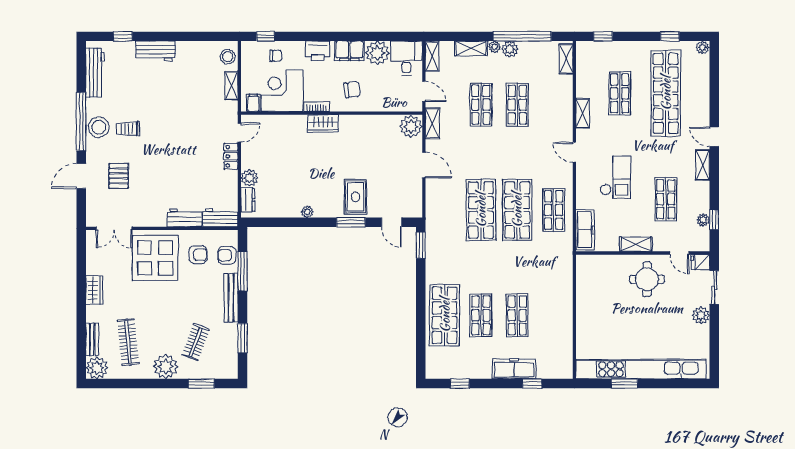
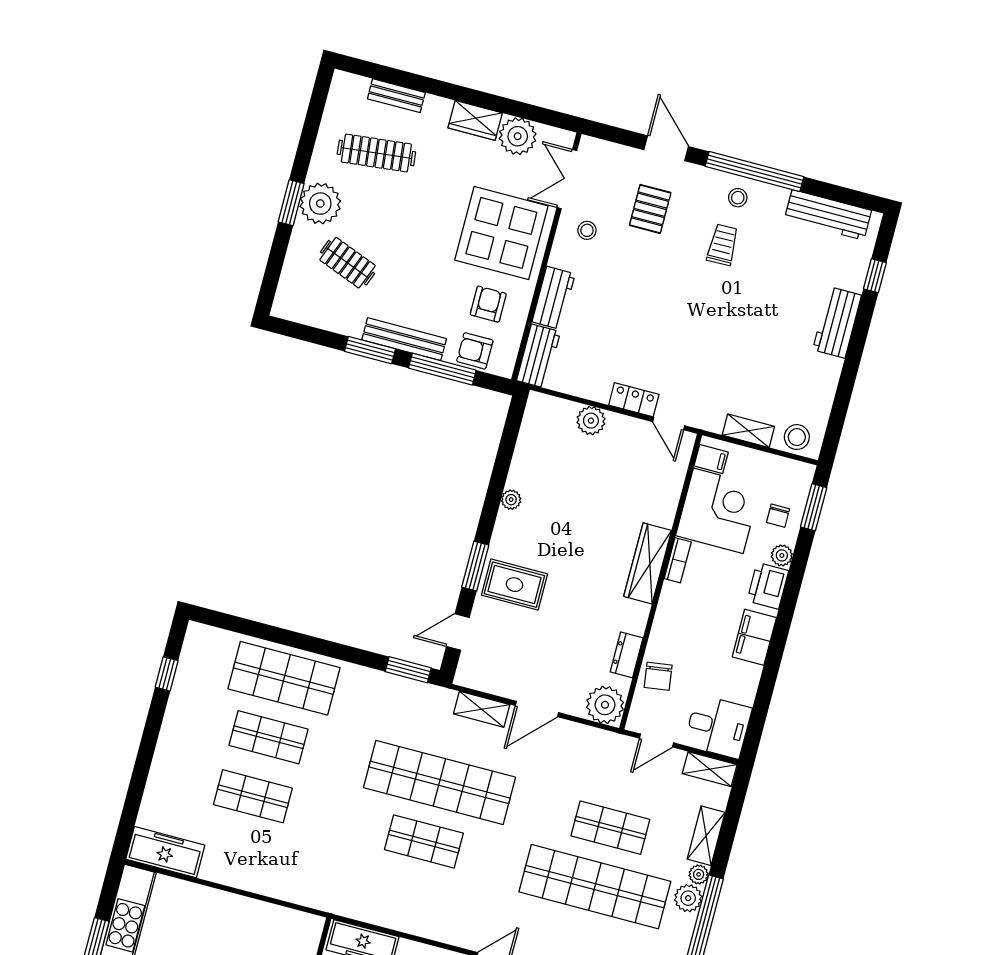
window: (266, 36) -> (814, 507), width x1.50
plant: (377, 53) -> (782, 555), moved, width x0.53, depth x0.53
chair: (352, 90) -> (658, 676), moved
shop shelf: (517, 105) -> (595, 887), width x2.00, depth x1.36
shelving: (432, 123) -> (482, 709), moved
wardrobe: (323, 124) -> (648, 563), width x1.50
stool: (99, 127) -> (738, 198), width x0.53, depth x0.53
pallet: (119, 176) -> (650, 209), turned 90
dresser: (248, 200) -> (627, 655), moved, turned 90
stool: (141, 209) -> (587, 230), added
shop shelf: (481, 210) -> (439, 782), width x1.40
shop shelf: (517, 210) -> (424, 841), width x0.70, depth x0.74
shop shelf: (554, 210) -> (408, 900), removed
armchair: (198, 255) -> (488, 304), turned 180
armchair: (227, 255) -> (475, 351), turned -90
window: (242, 338) -> (370, 350), moved
plant: (97, 368) -> (518, 136), moved
freezer: (514, 369) -> (165, 852), moved, turned -90
window: (201, 384) -> (291, 203), moved
window: (532, 384) -> (136, 791), removed

